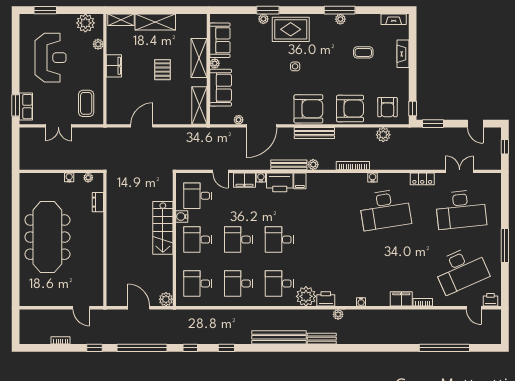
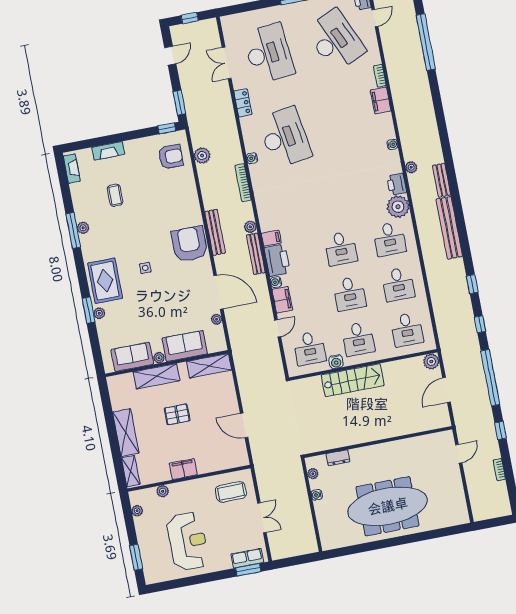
plant: (85, 23) -> (137, 511), width x0.53, depth x0.53
reception desk: (51, 58) -> (188, 541), turned 90
armchair: (350, 109) -> (180, 198), removed

